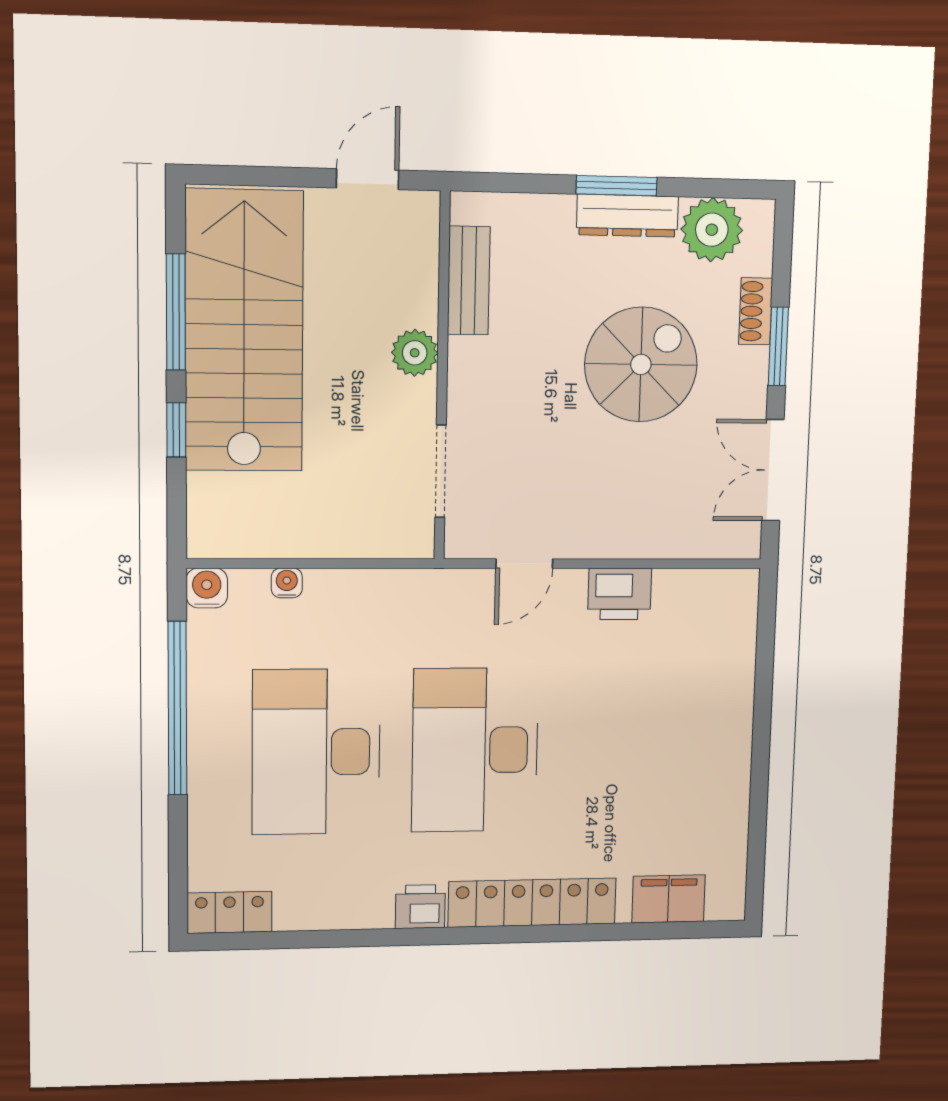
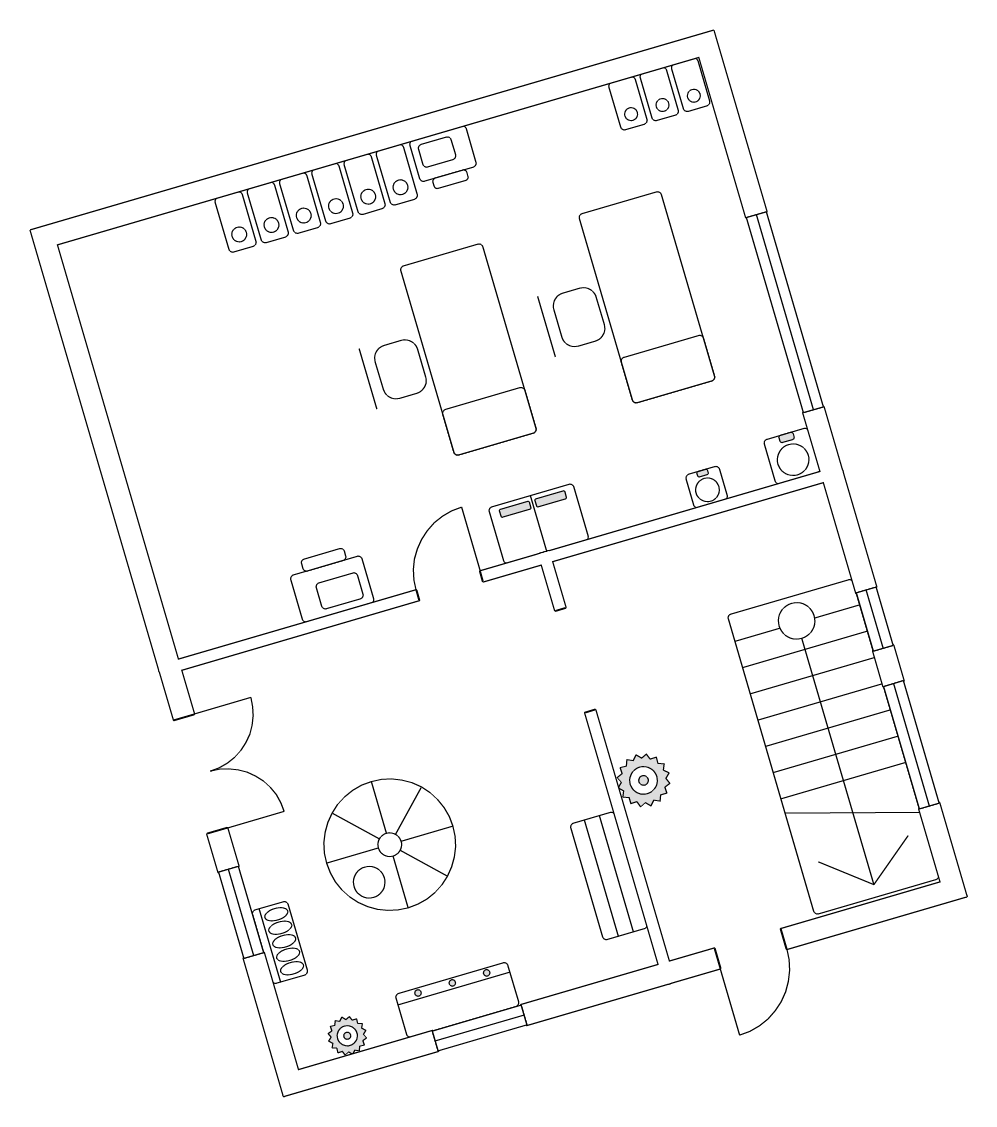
plant: (712, 230) -> (347, 1036), width x0.53, depth x0.53
filing cabinet: (669, 899) -> (539, 524), moved, turned 180

